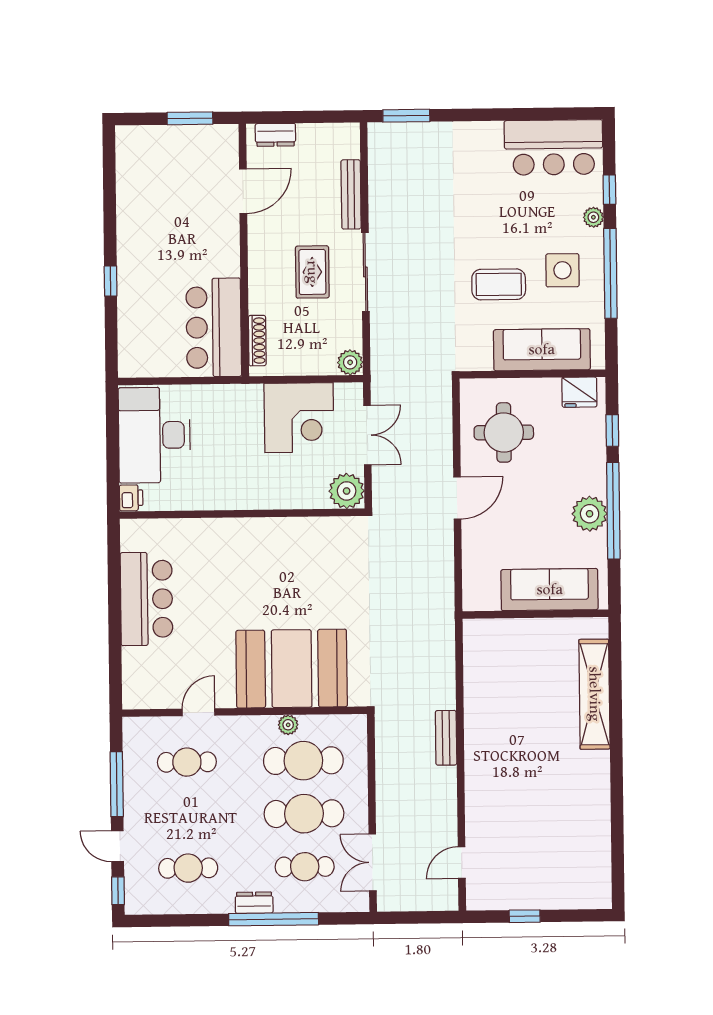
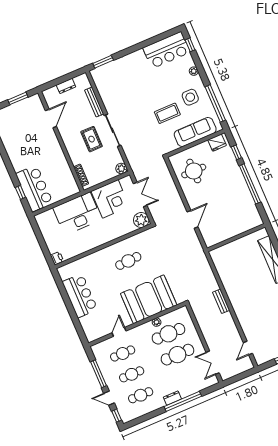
dresser: (275, 135) -> (66, 86), moved
window: (609, 190) -> (190, 45), moved
window: (610, 273) -> (215, 103), moved
window: (111, 281) -> (20, 192), moved
bar counter: (214, 327) -> (34, 188), moved, turned 180
desk: (154, 435) -> (77, 214), moved, turned 90
door: (457, 498) -> (192, 219), moved
plant: (590, 514) -> (241, 189), removed
cafe table: (282, 568) -> (128, 261), added
sofa: (550, 590) -> (238, 226), removed
cafe table: (305, 867) -> (132, 374), moved

